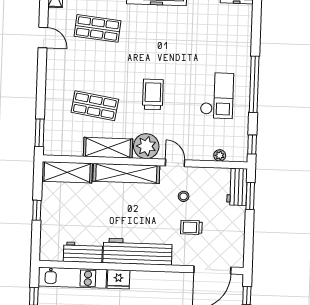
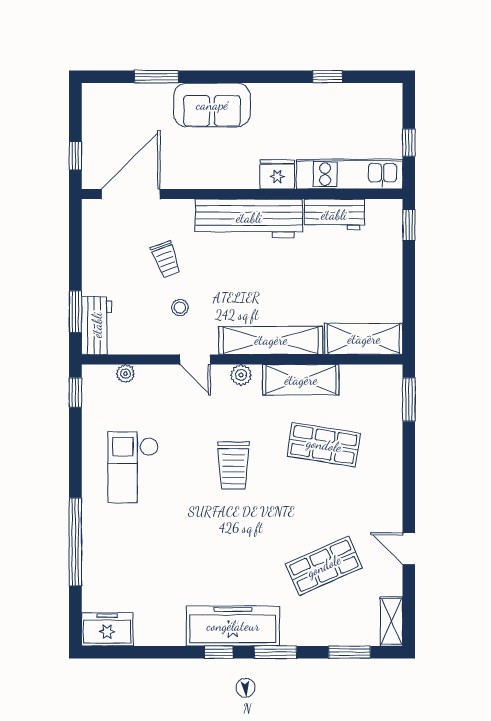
shop shelf: (97, 28) -> (324, 566), turned -30
window: (254, 84) -> (75, 542), moved
plant: (146, 146) -> (241, 375), width x0.53, depth x0.53
window: (37, 210) -> (409, 225), moved
trolley: (191, 227) -> (166, 259), turned 70

